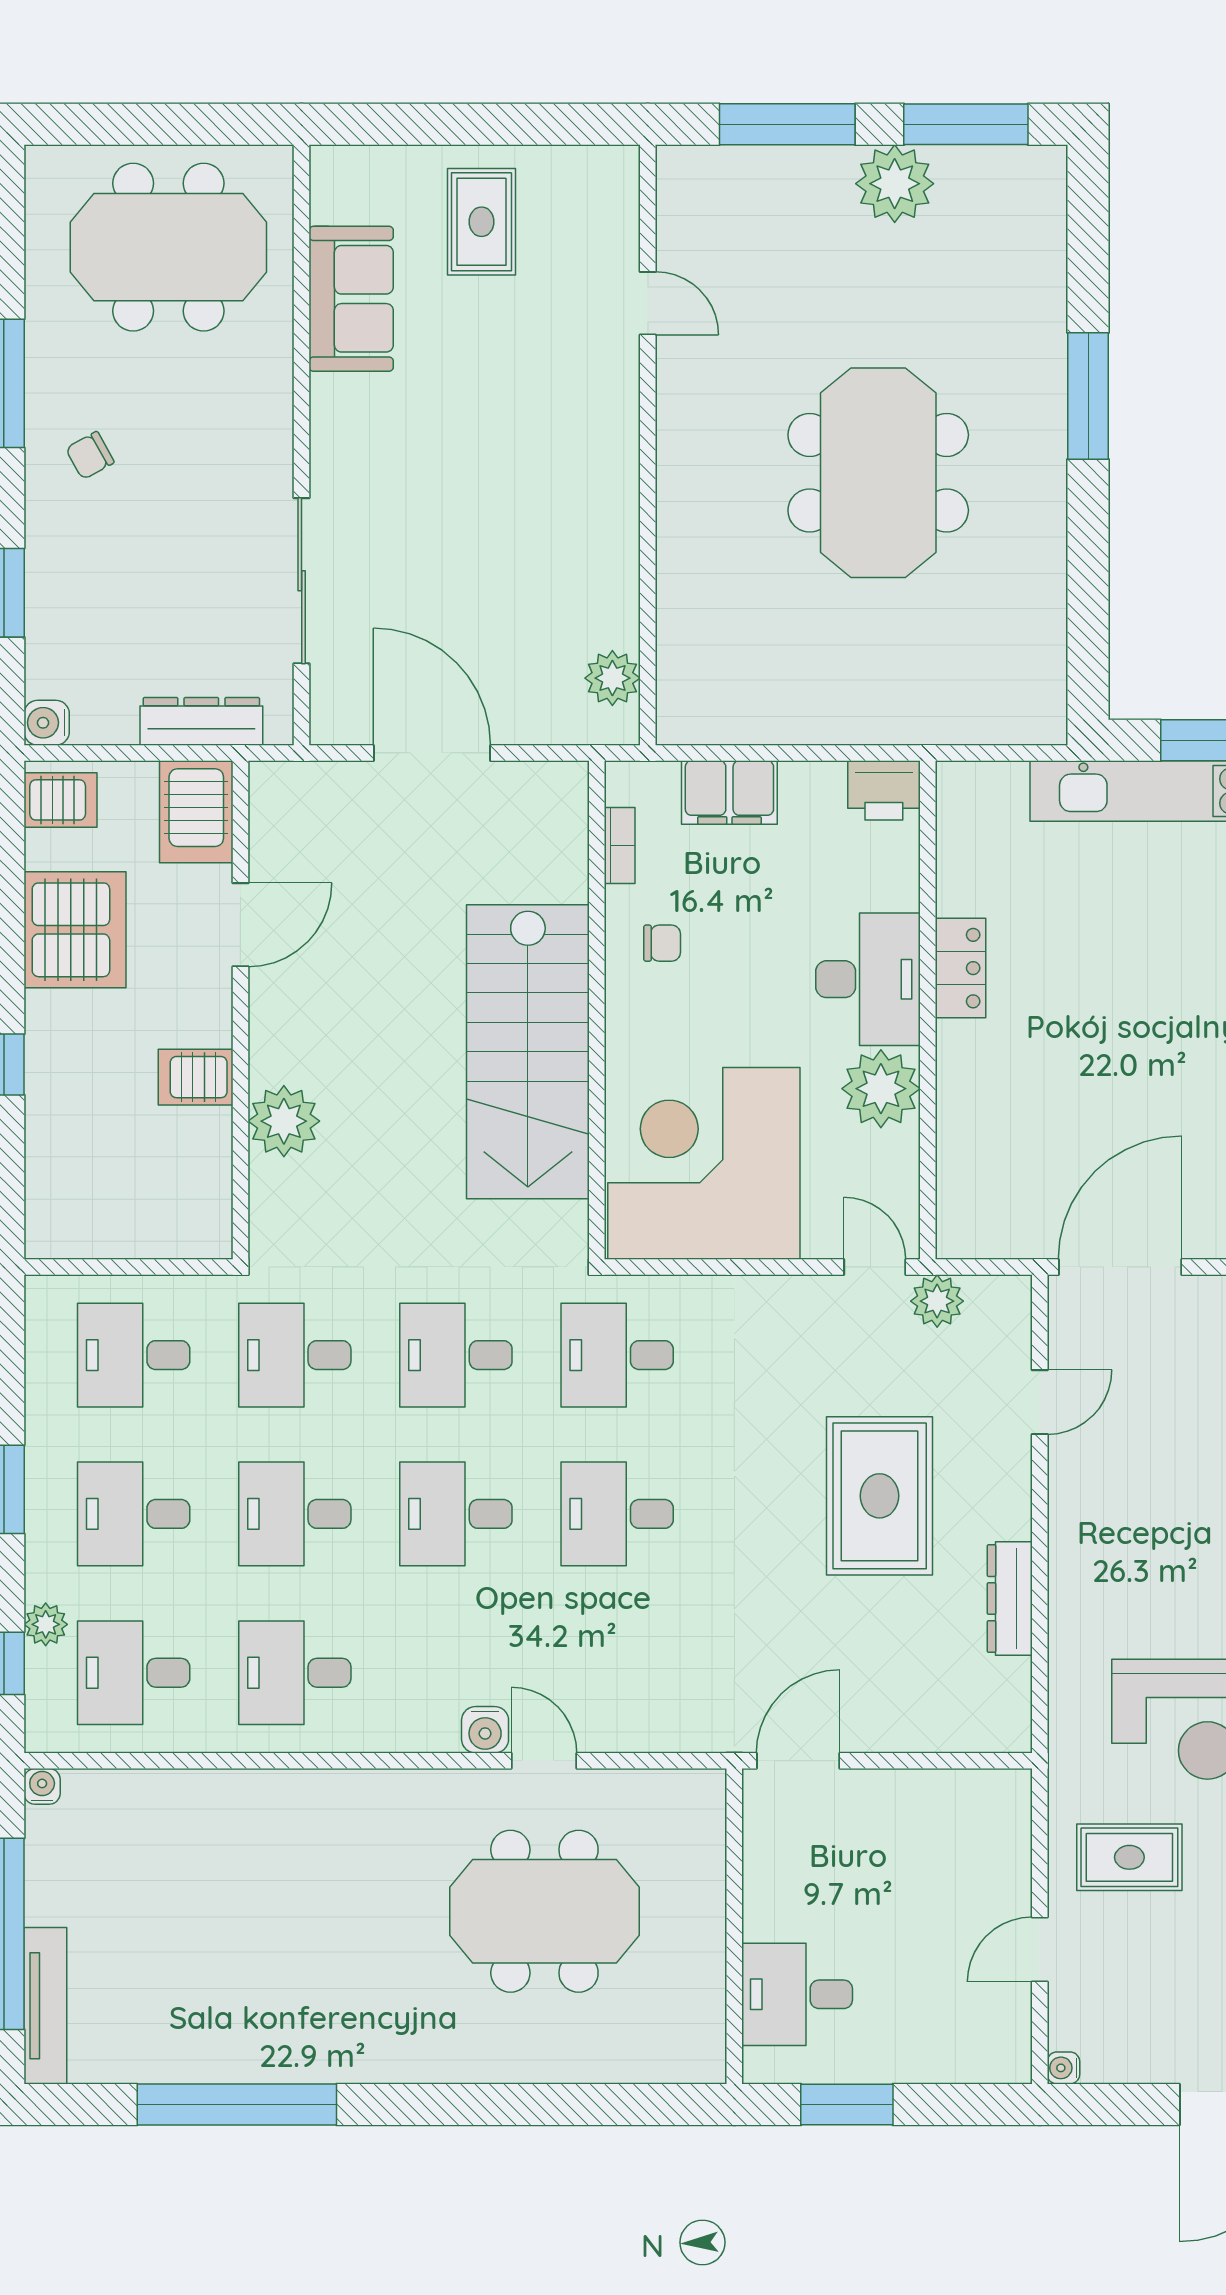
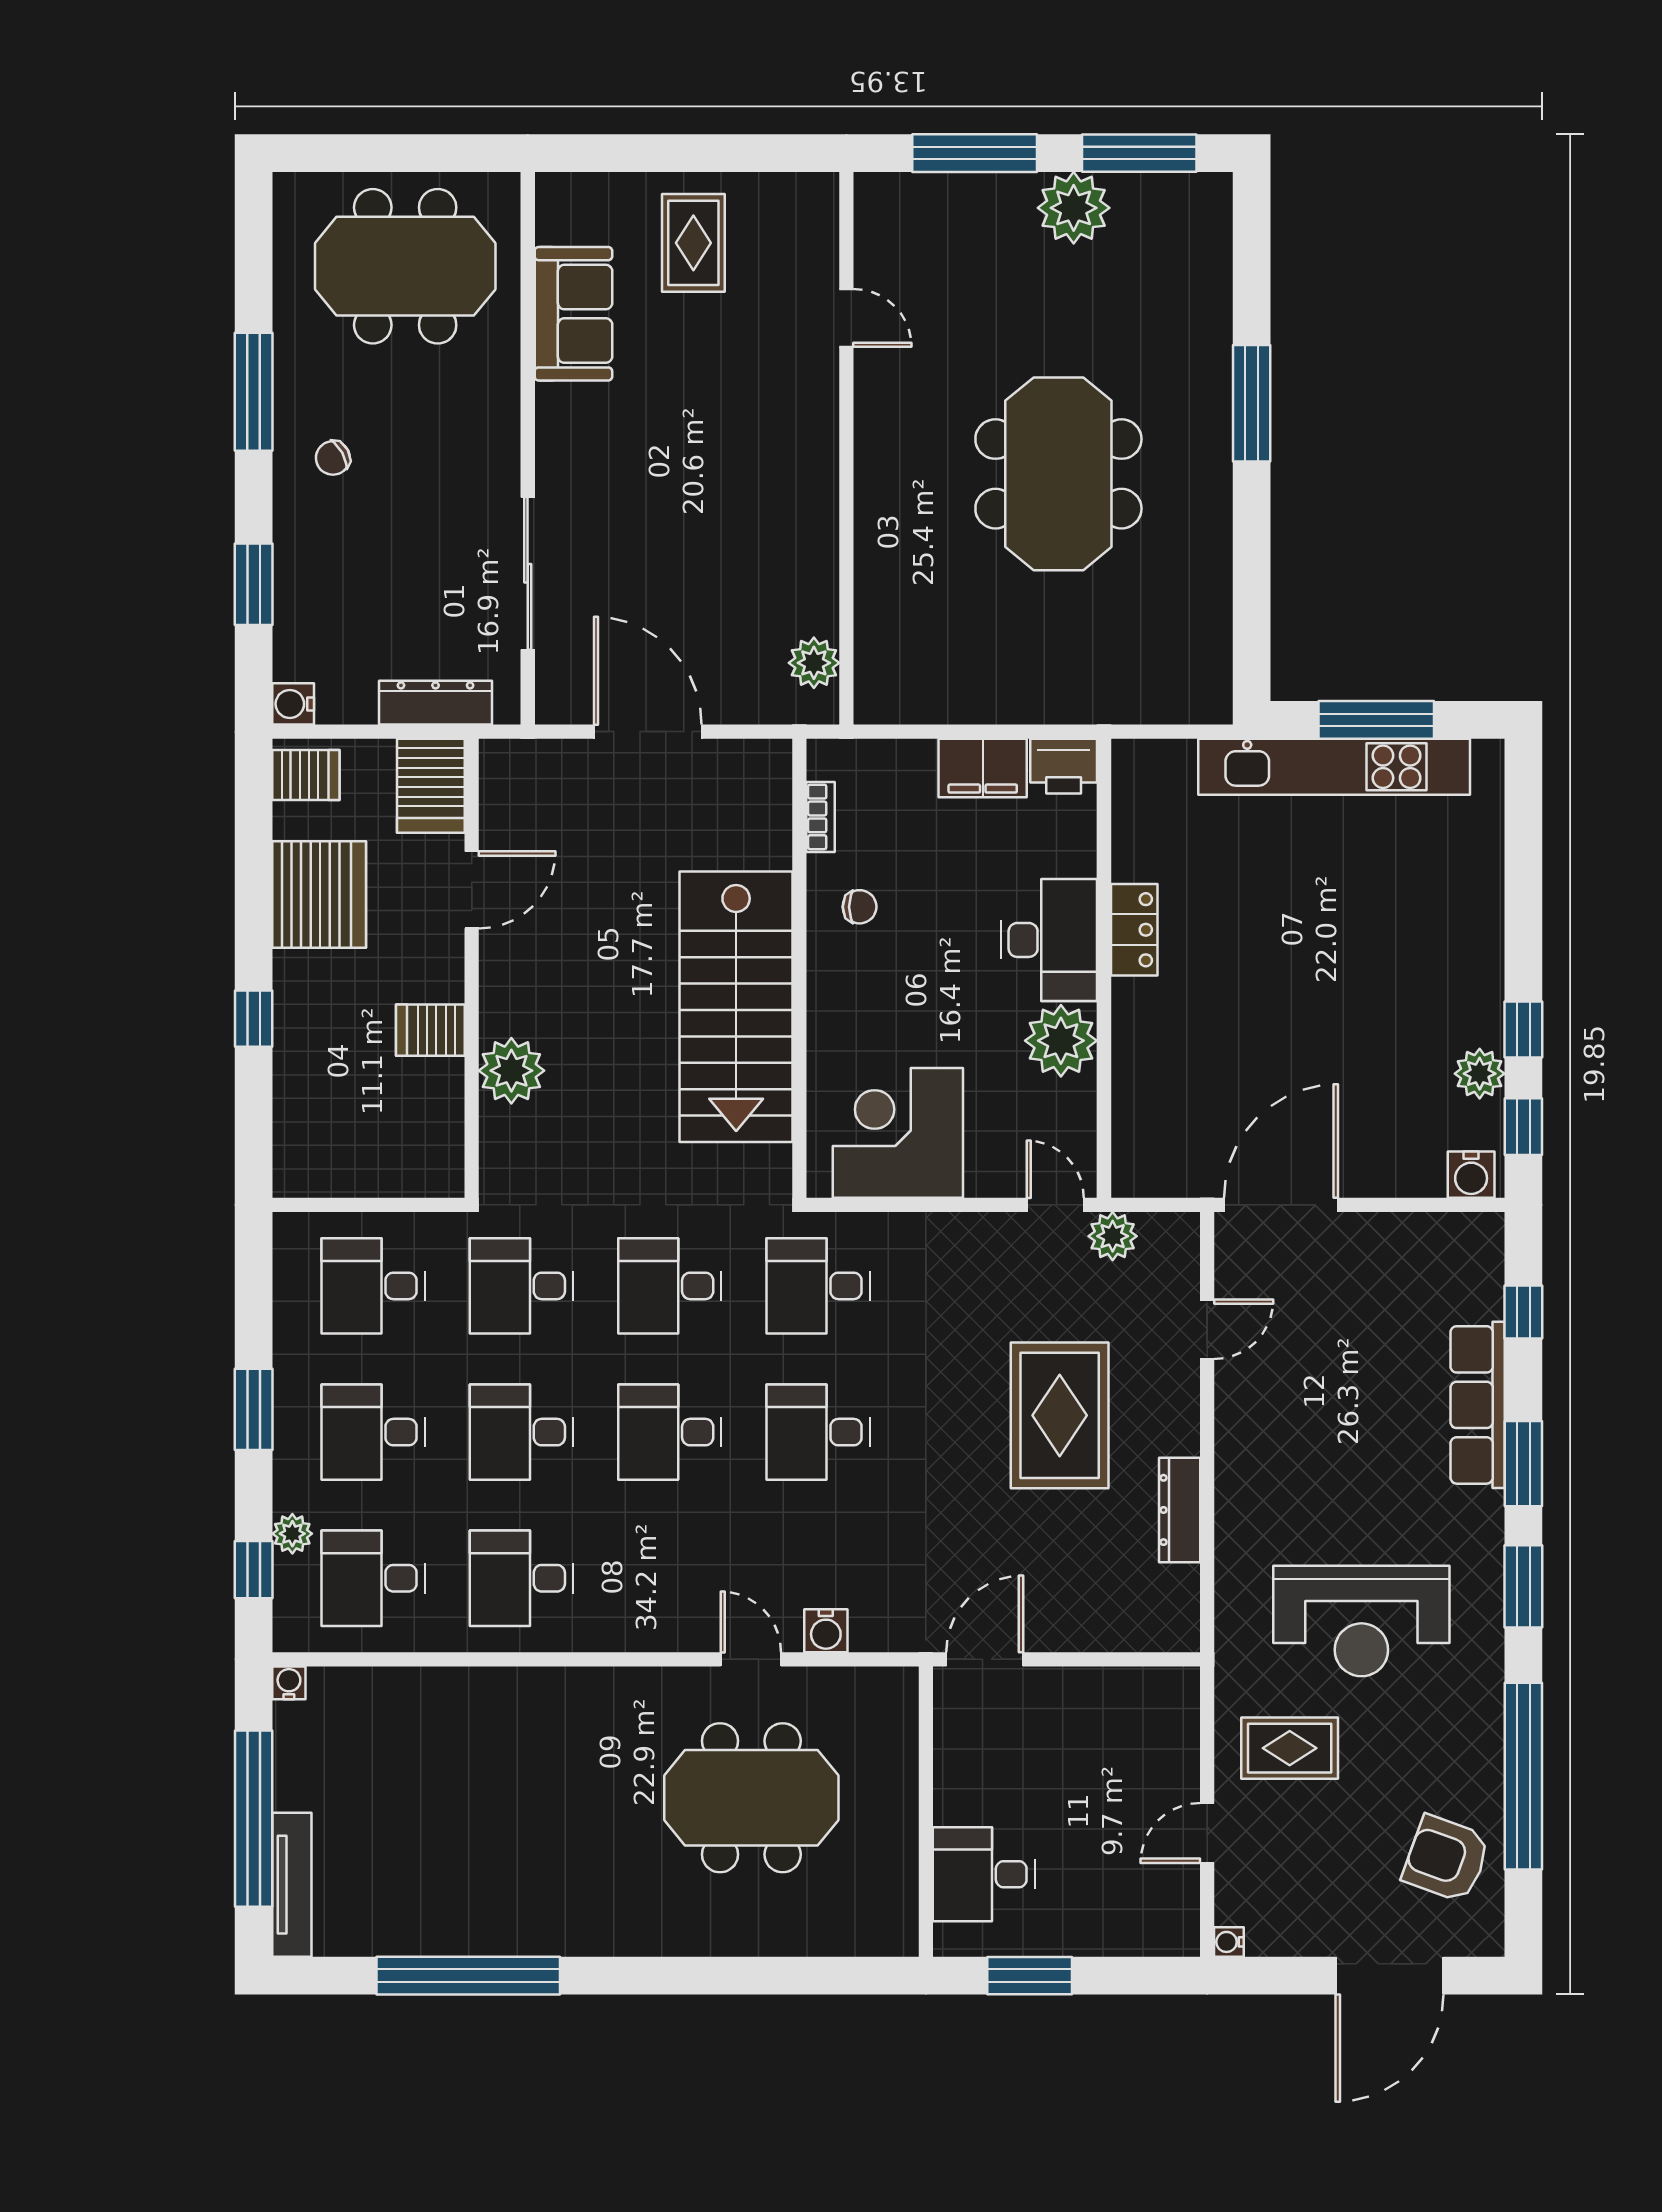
filing cabinet: (729, 792) -> (983, 768), moved
corner desk: (704, 1163) -> (898, 1133), width x0.74, depth x0.74
water cooler: (485, 1730) -> (826, 1631), moved

